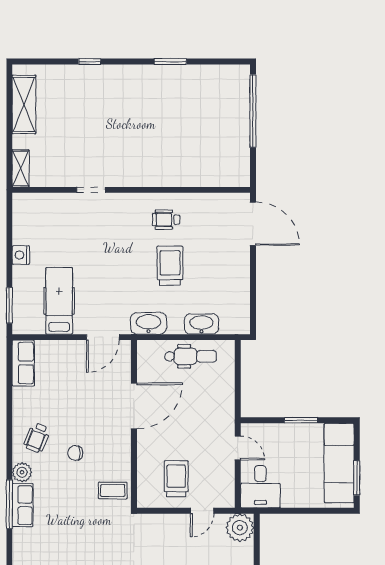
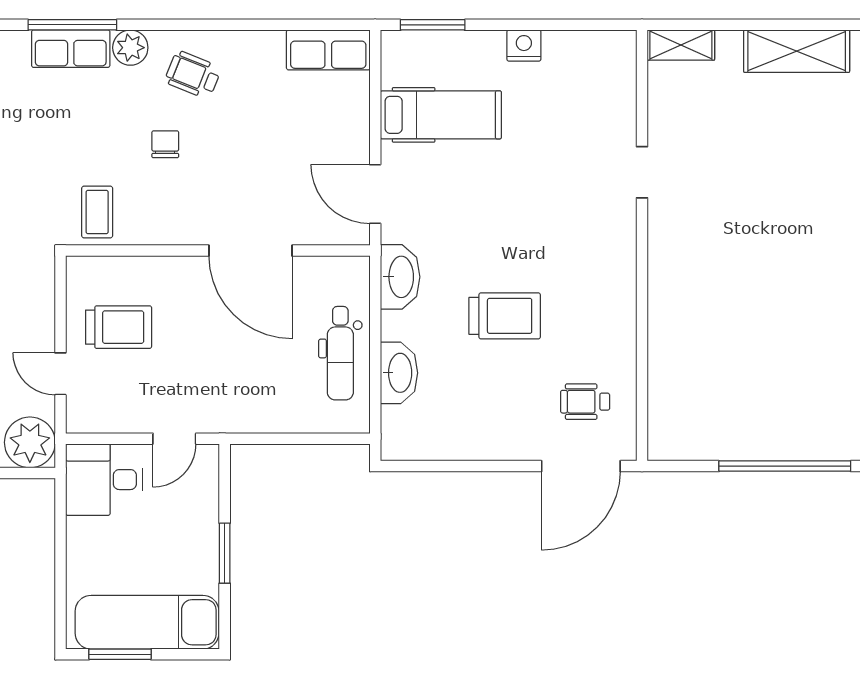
wheelchair: (166, 220) -> (585, 402), moved, turned -90

